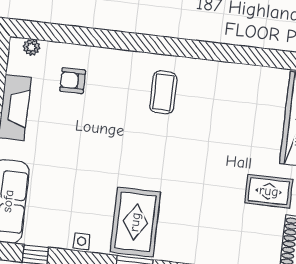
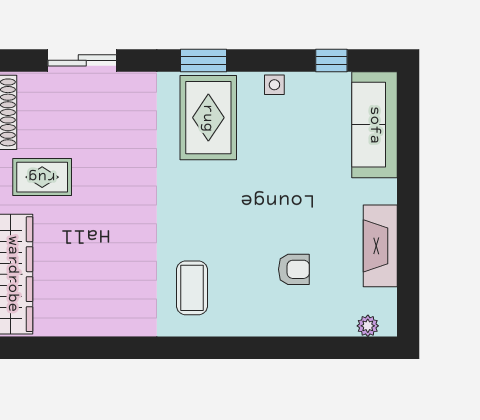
armchair: (73, 81) -> (294, 269), moved

